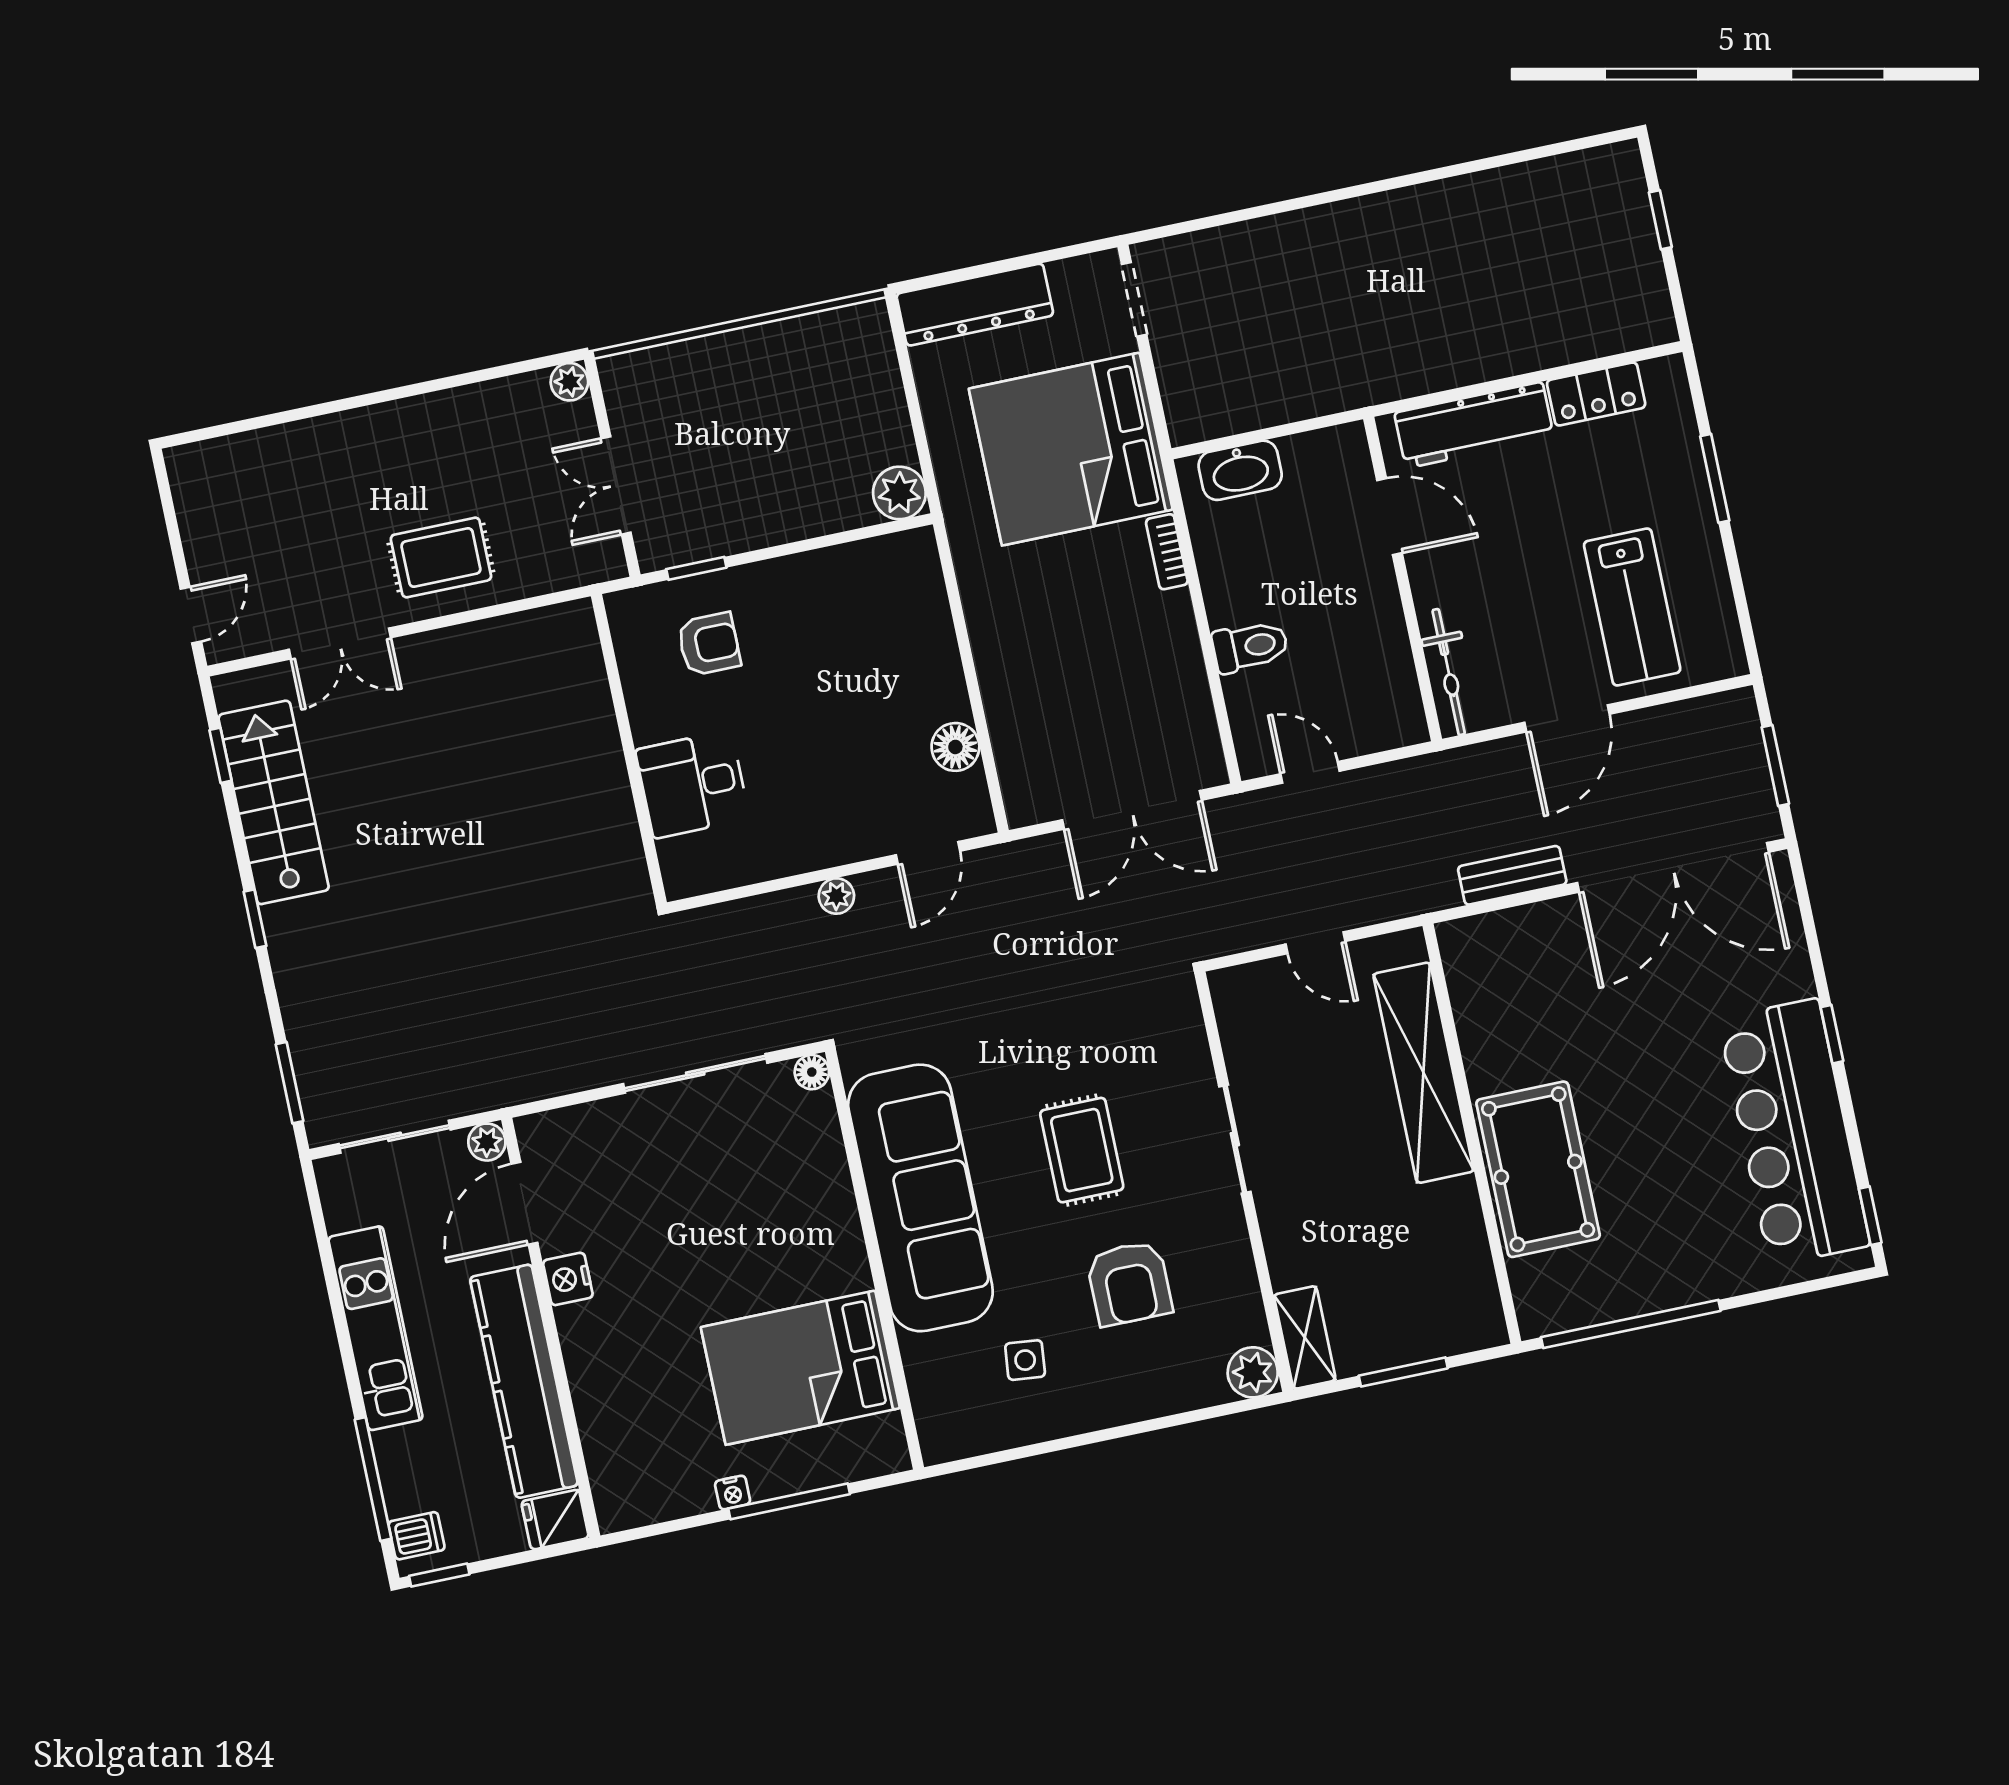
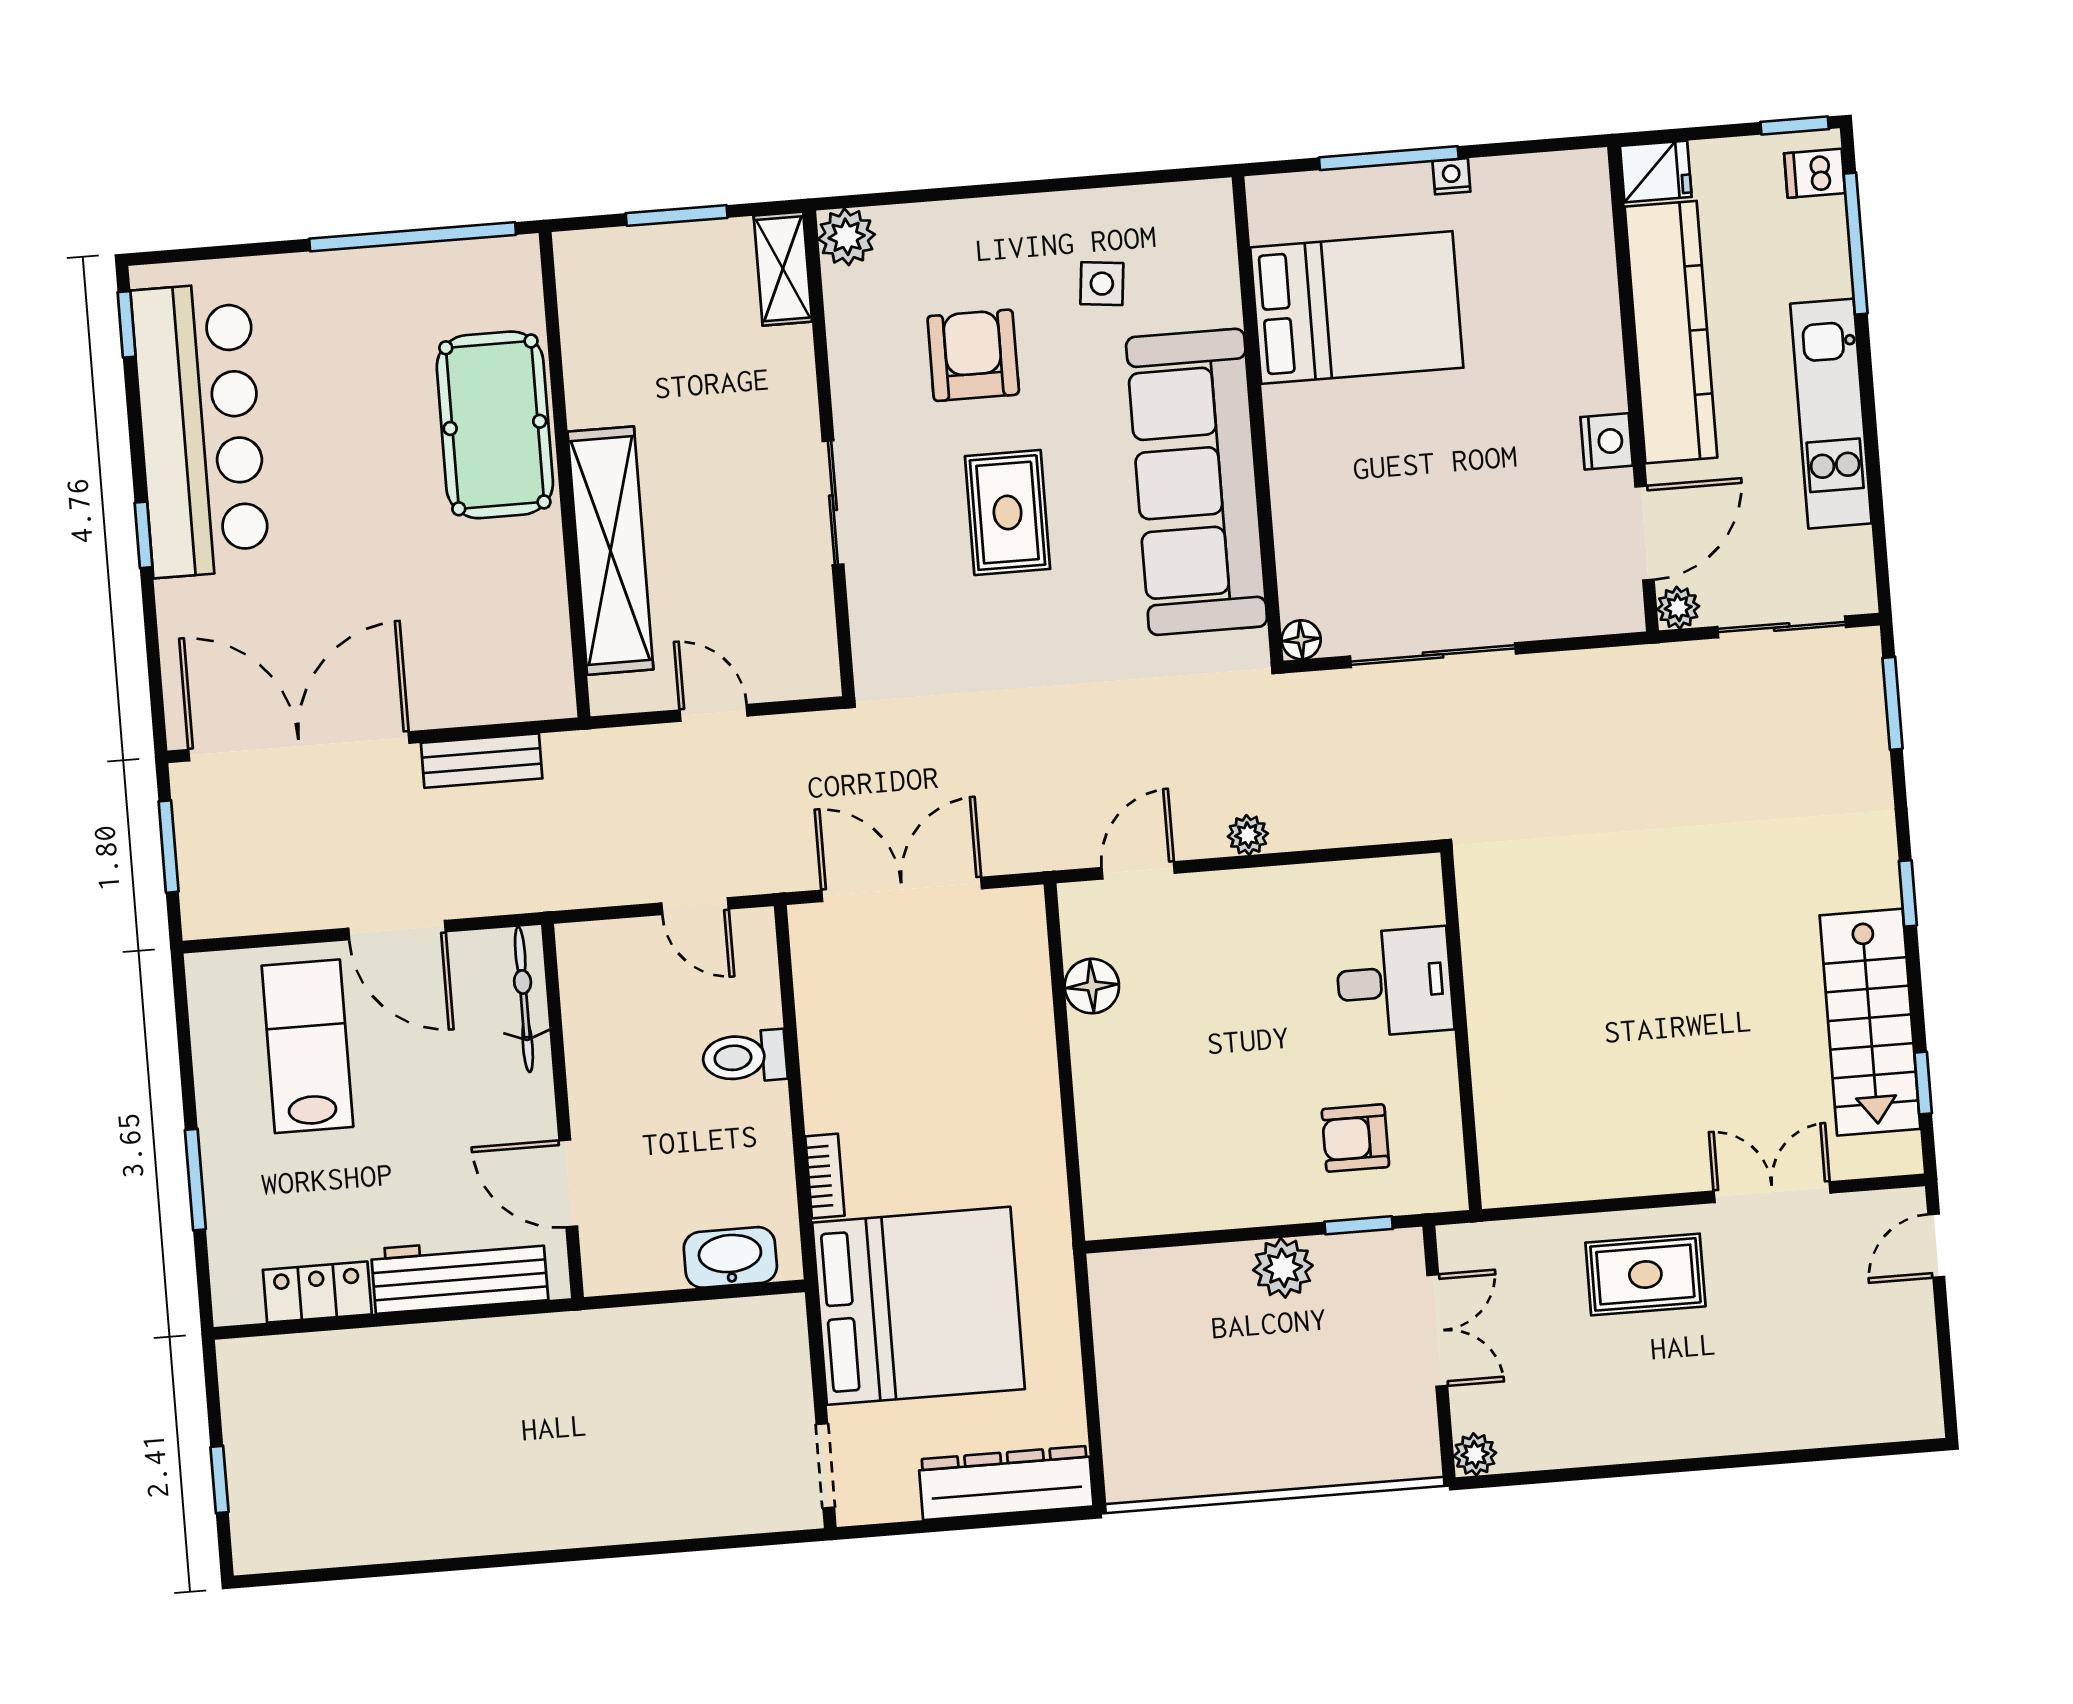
plant: (899, 493) -> (1283, 1268), moved
door: (1567, 718) -> (397, 930), swing flipped

